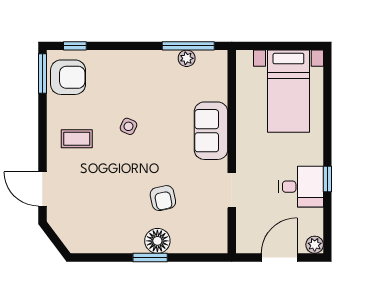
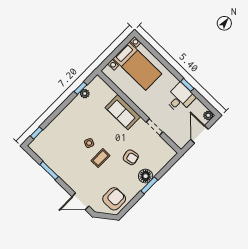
window: (188, 46) -> (80, 88), width x0.46
window: (42, 74) -> (49, 171), moved
armchair: (68, 77) -> (114, 199), moved
coffee table: (77, 139) -> (101, 158), moved

